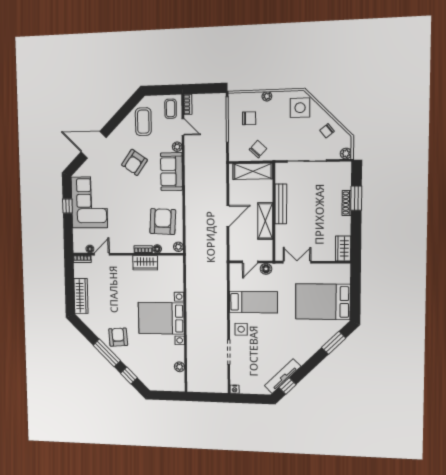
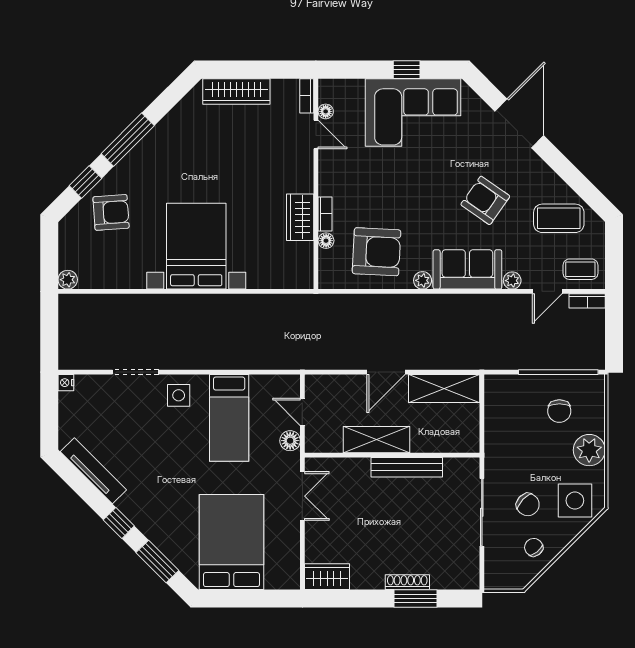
plant: (267, 96) -> (589, 450), width x1.88, depth x1.88
chair: (258, 149) -> (528, 505), moved
plant: (346, 154) -> (494, 580), removed
shelving: (253, 171) -> (444, 389), moved, turned 90
door: (228, 216) -> (386, 372), hinge flipped
plant: (178, 247) -> (423, 280), moved
armchair: (118, 337) -> (111, 212), moved
plant: (180, 367) -> (68, 280), moved
window: (288, 386) -> (119, 523), moved

